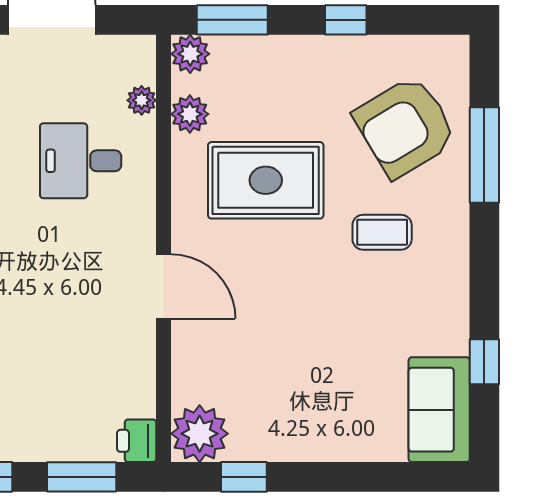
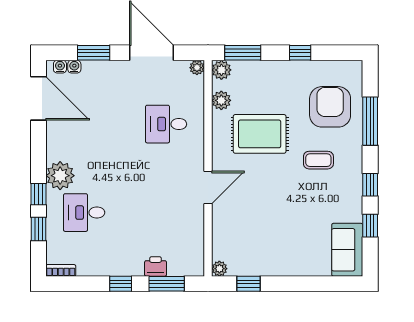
plant: (142, 100) -> (197, 68), moved
armchair: (405, 127) -> (330, 107), turned 121
window: (484, 281) -> (370, 185), added
door: (164, 286) -> (208, 187), hinge flipped
plant: (200, 434) -> (219, 269), width x0.53, depth x0.53
printer: (137, 441) -> (156, 266), moved, turned 90

